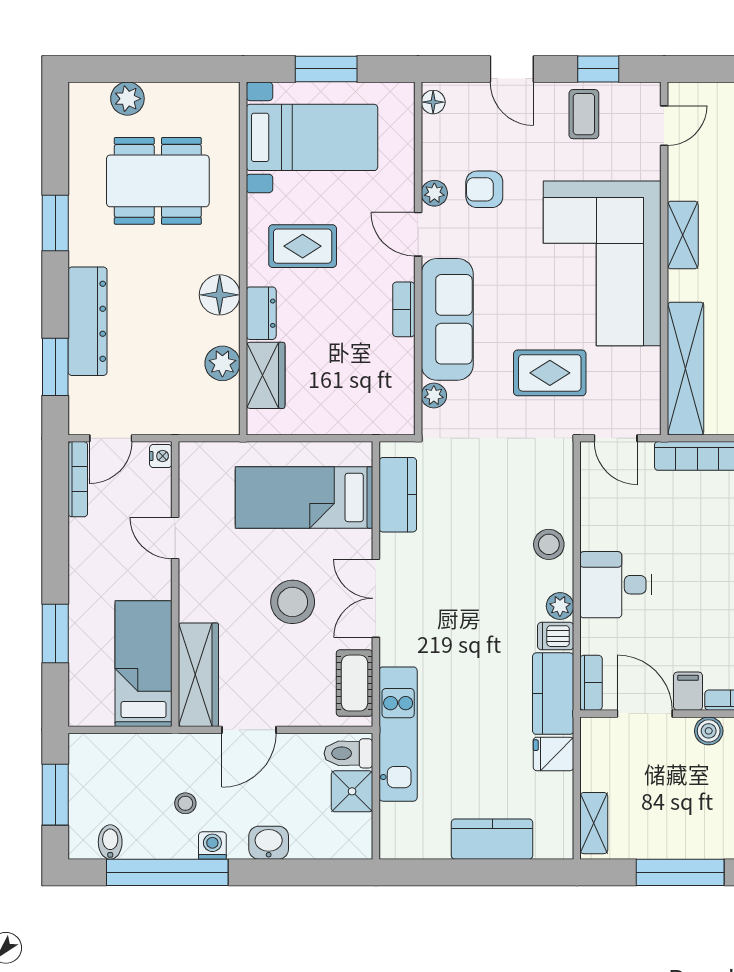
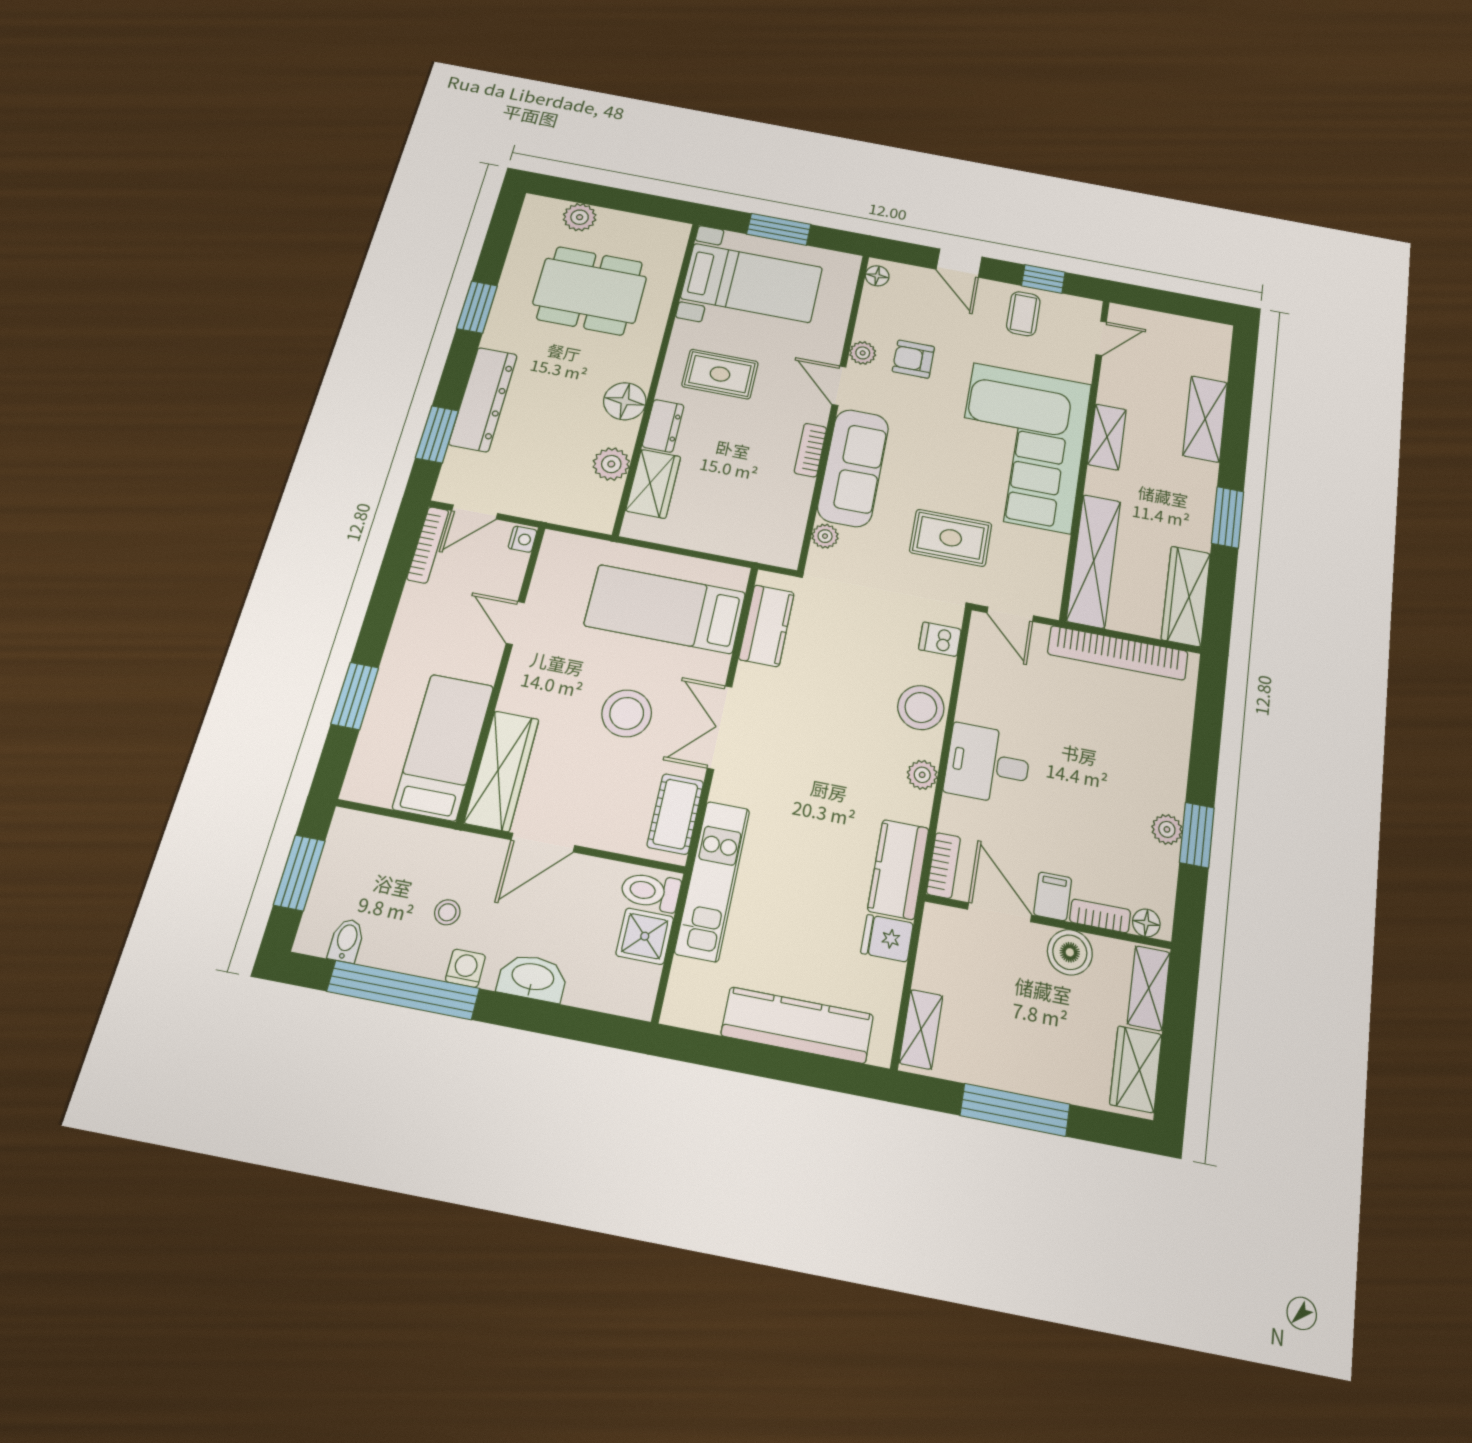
stool: (549, 544) -> (921, 708), width x1.38, depth x1.38
dishwasher: (556, 636) -> (940, 639), moved
boiler: (709, 731) -> (1070, 952), width x1.36, depth x1.36
kitchen counter: (492, 839) -> (797, 1025), width x1.50
washbasin: (269, 843) -> (533, 978), width x1.38

